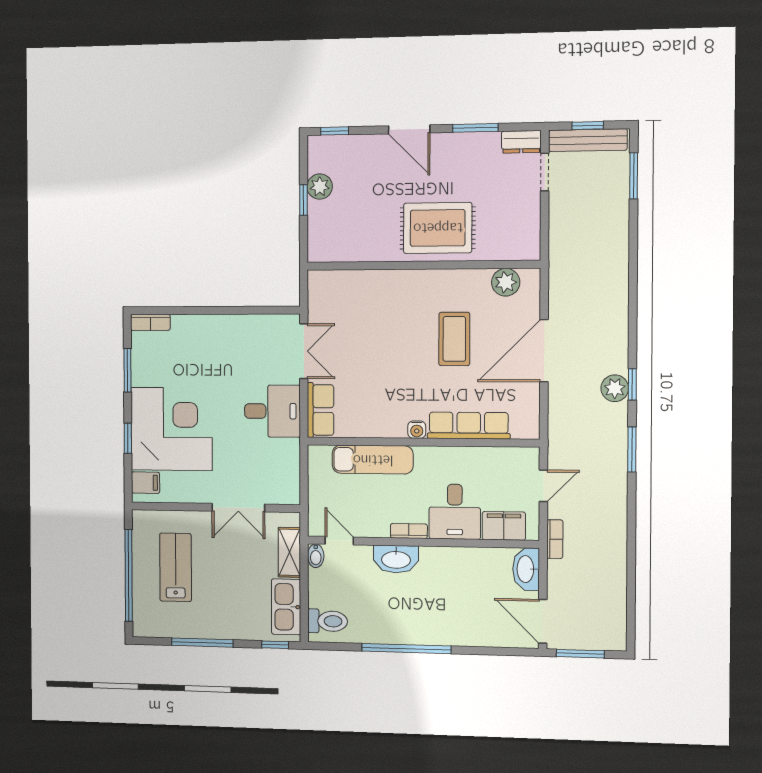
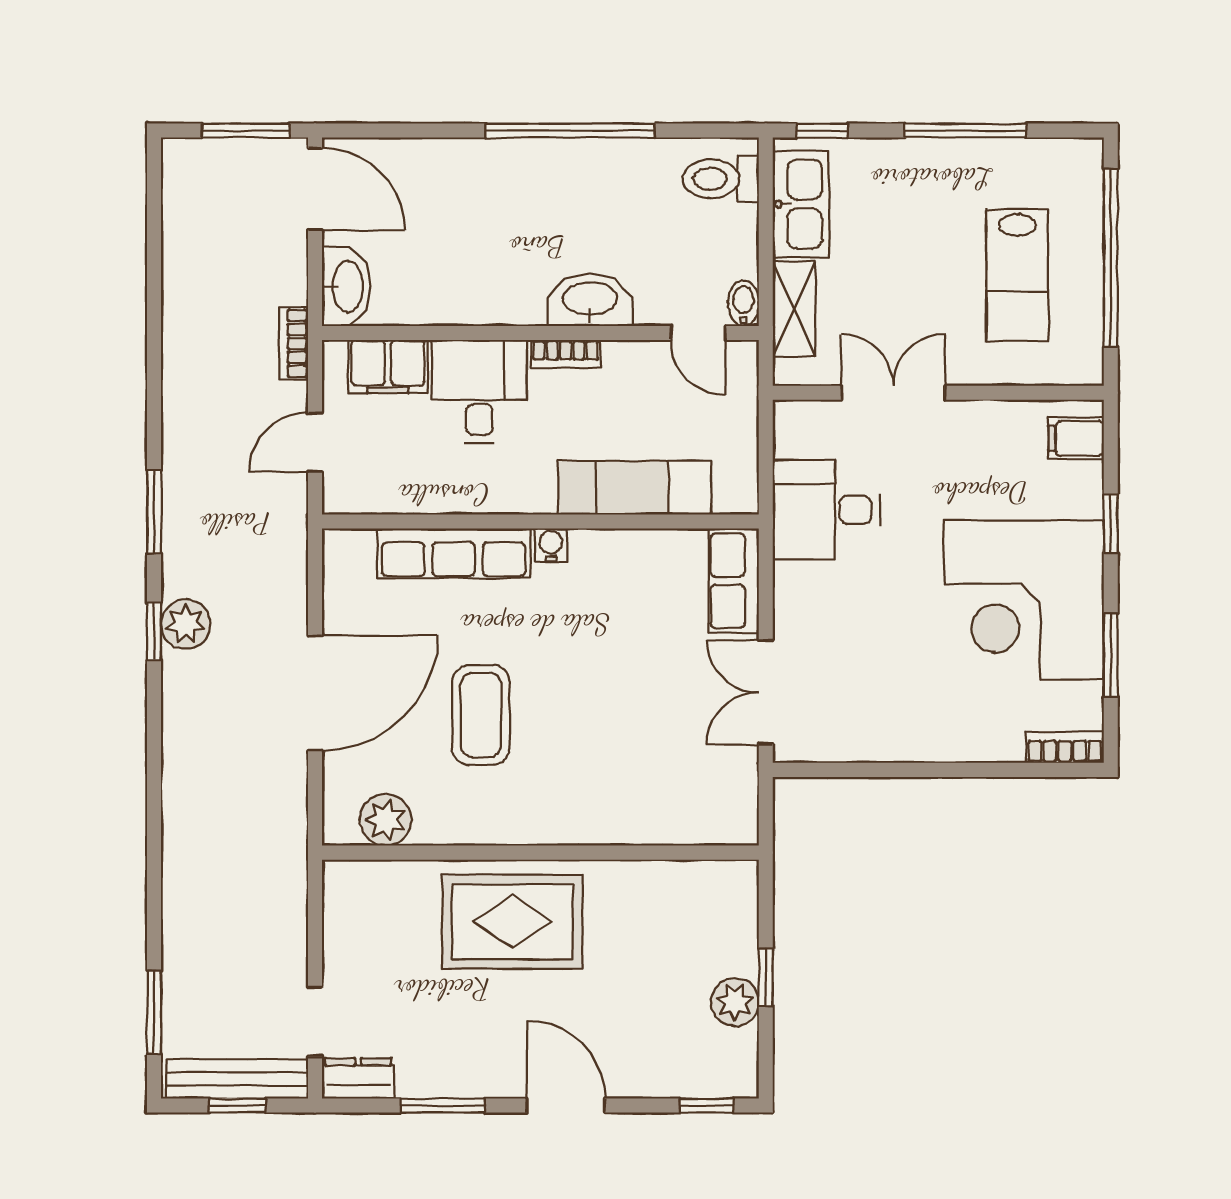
desk: (272, 411) -> (826, 510), moved
corner desk: (171, 429) -> (1024, 600), moved

